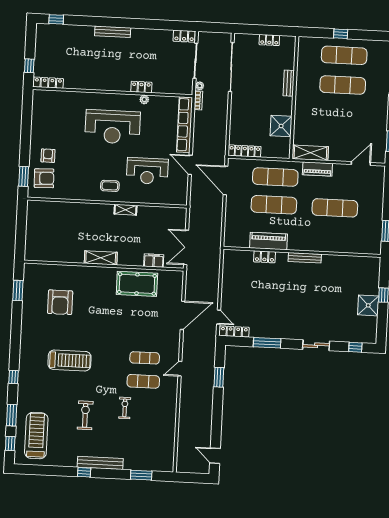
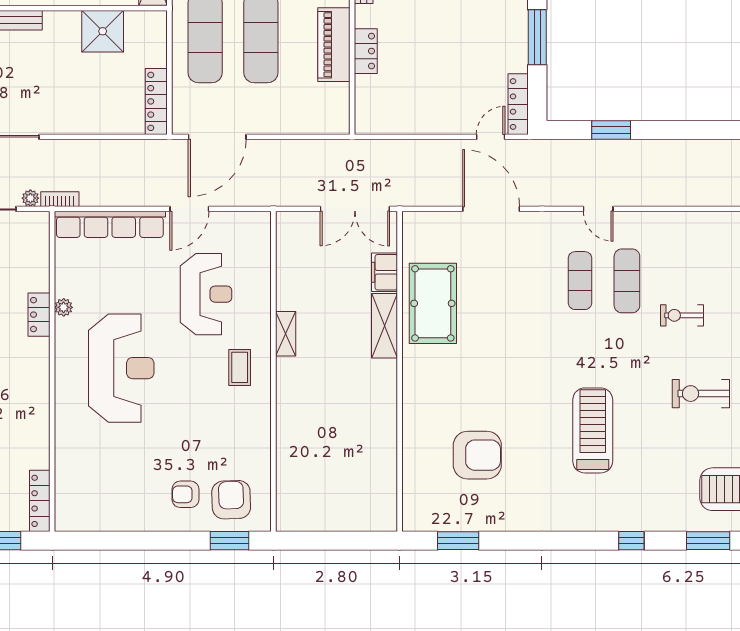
shelving: (101, 258) -> (384, 326), moved

